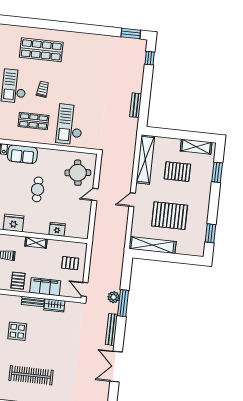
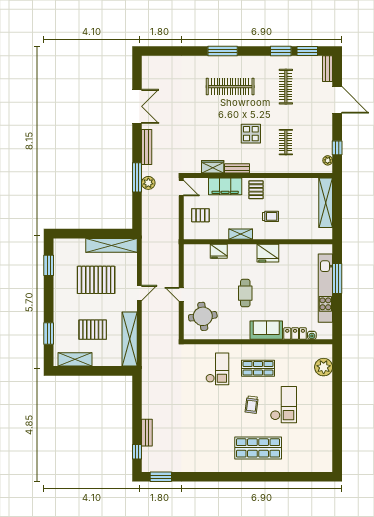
bench: (136, 105) -> (147, 433), moved
checkout: (70, 124) -> (217, 369), width x0.73, depth x0.83
door: (95, 194) -> (181, 294), swing flipped

